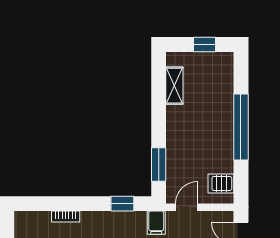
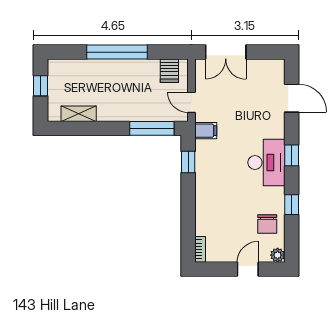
window: (159, 165) -> (152, 128), width x1.44
bookcase: (66, 216) -> (200, 249), moved

